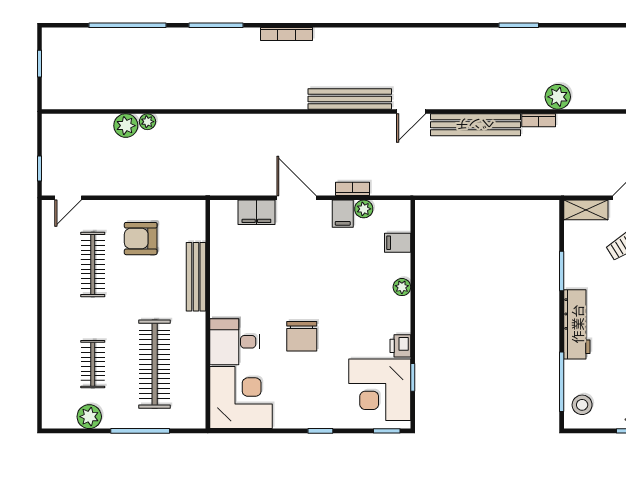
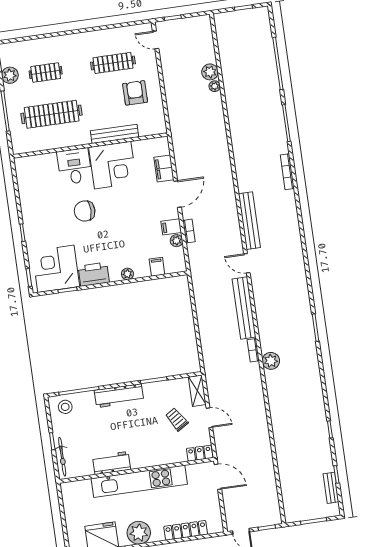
printer: (400, 346) -> (94, 274), width x1.87, depth x1.48
corner desk: (241, 398) -> (113, 165), moved

